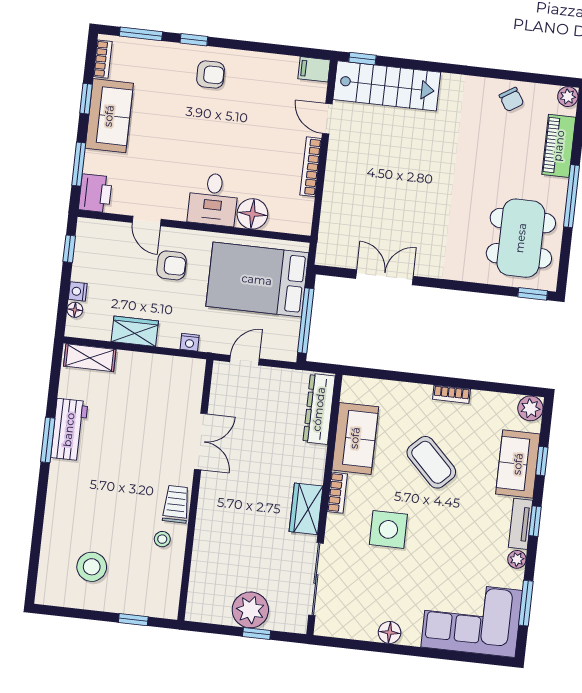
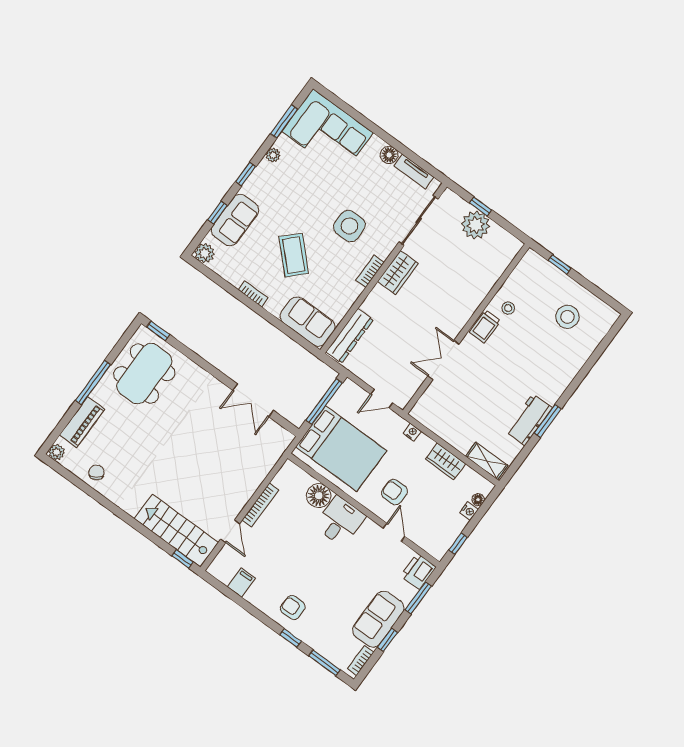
filing cabinet: (314, 69) -> (241, 583), moved, turned -90
sofa: (355, 438) -> (308, 322), moved, turned 90
tv unit: (520, 524) -> (414, 172), moved, turned 90

